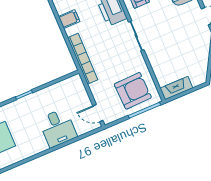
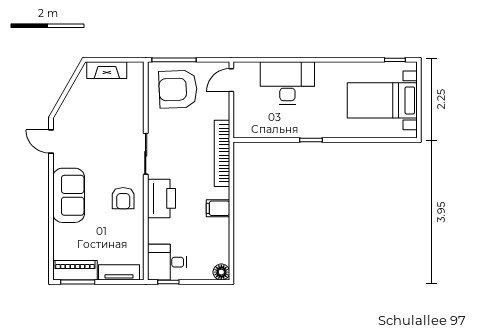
fireplace: (176, 88) -> (107, 70), moved
door: (98, 113) -> (231, 80), swing flipped
desk: (58, 128) -> (287, 83), width x1.37

